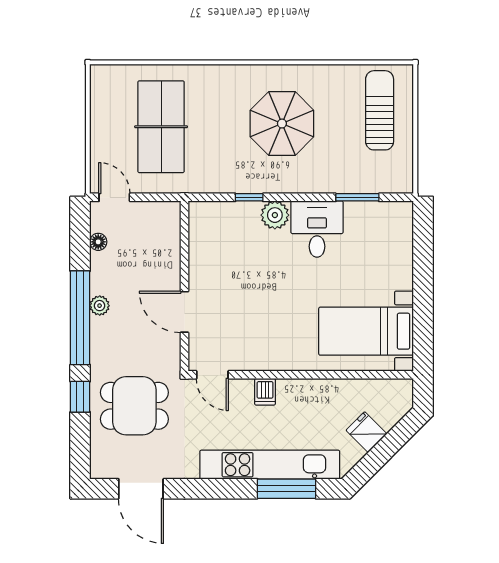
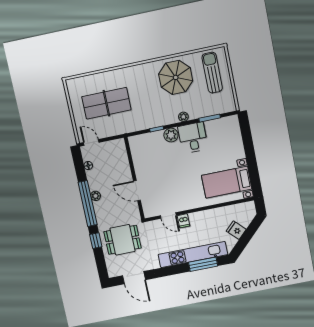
parasol: (282, 124) -> (176, 77), moved
table tennis table: (161, 127) -> (106, 103), turned 90
plant: (307, 184) -> (183, 117), added
door: (212, 375) -> (168, 215), moved

